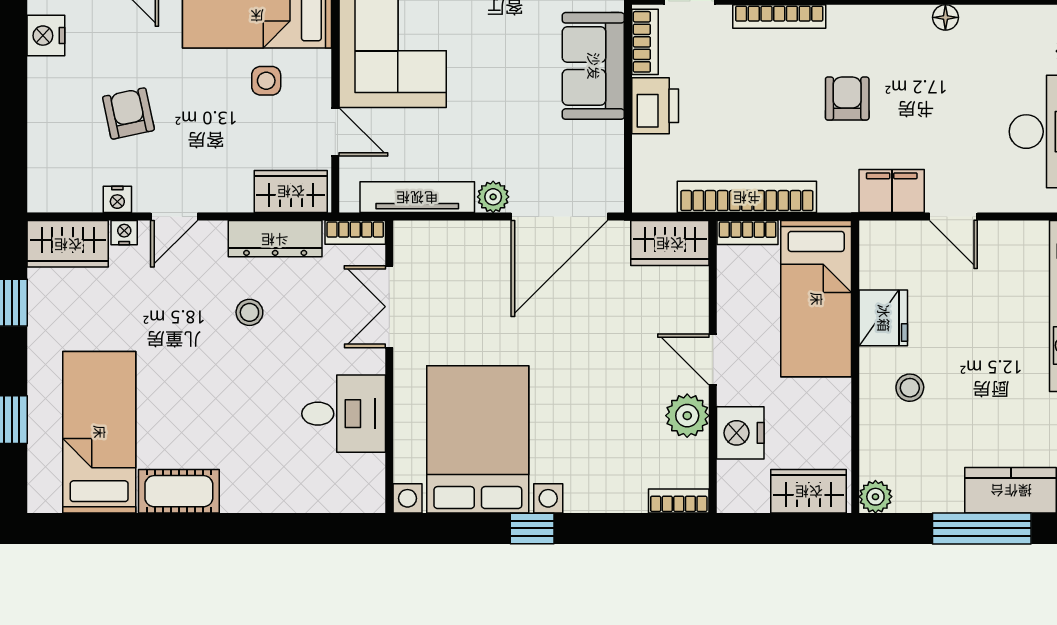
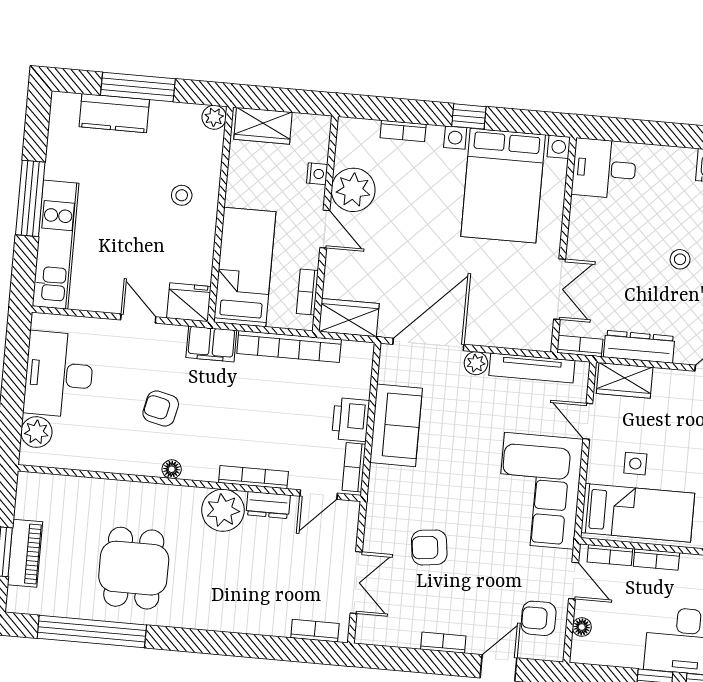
floor lamp: (945, 17) -> (172, 469), moved
sofa: (593, 66) -> (396, 425), moved
armchair: (847, 99) -> (161, 408), moved, turned 103
filing cabinet: (892, 191) -> (211, 344), moved
bookcase: (748, 232) -> (307, 292), moved, turned -90
stool: (249, 312) -> (680, 259), moved
fridge: (883, 318) -> (189, 302), moved, turned 90
desk: (344, 414) -> (604, 169), moved
plant: (687, 416) -> (353, 190), width x1.36, depth x1.36
nightstand: (740, 433) -> (317, 174), width x0.53, depth x0.56
bookcase: (679, 501) -> (403, 131), moved

